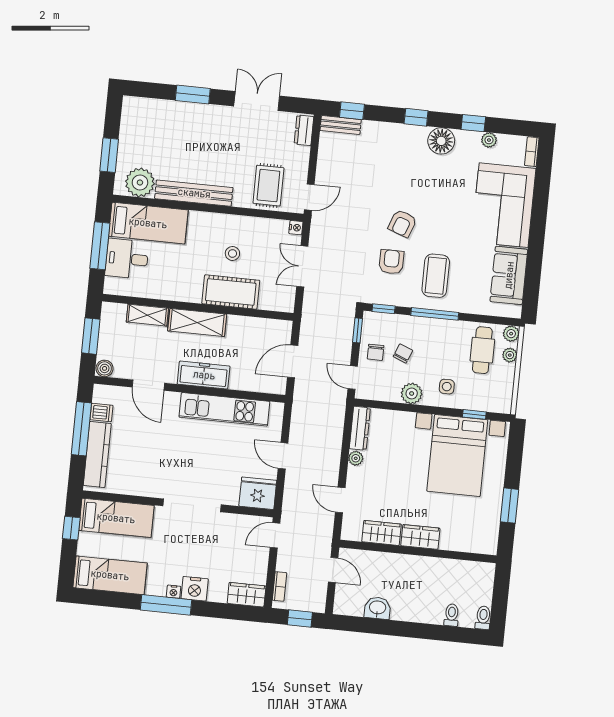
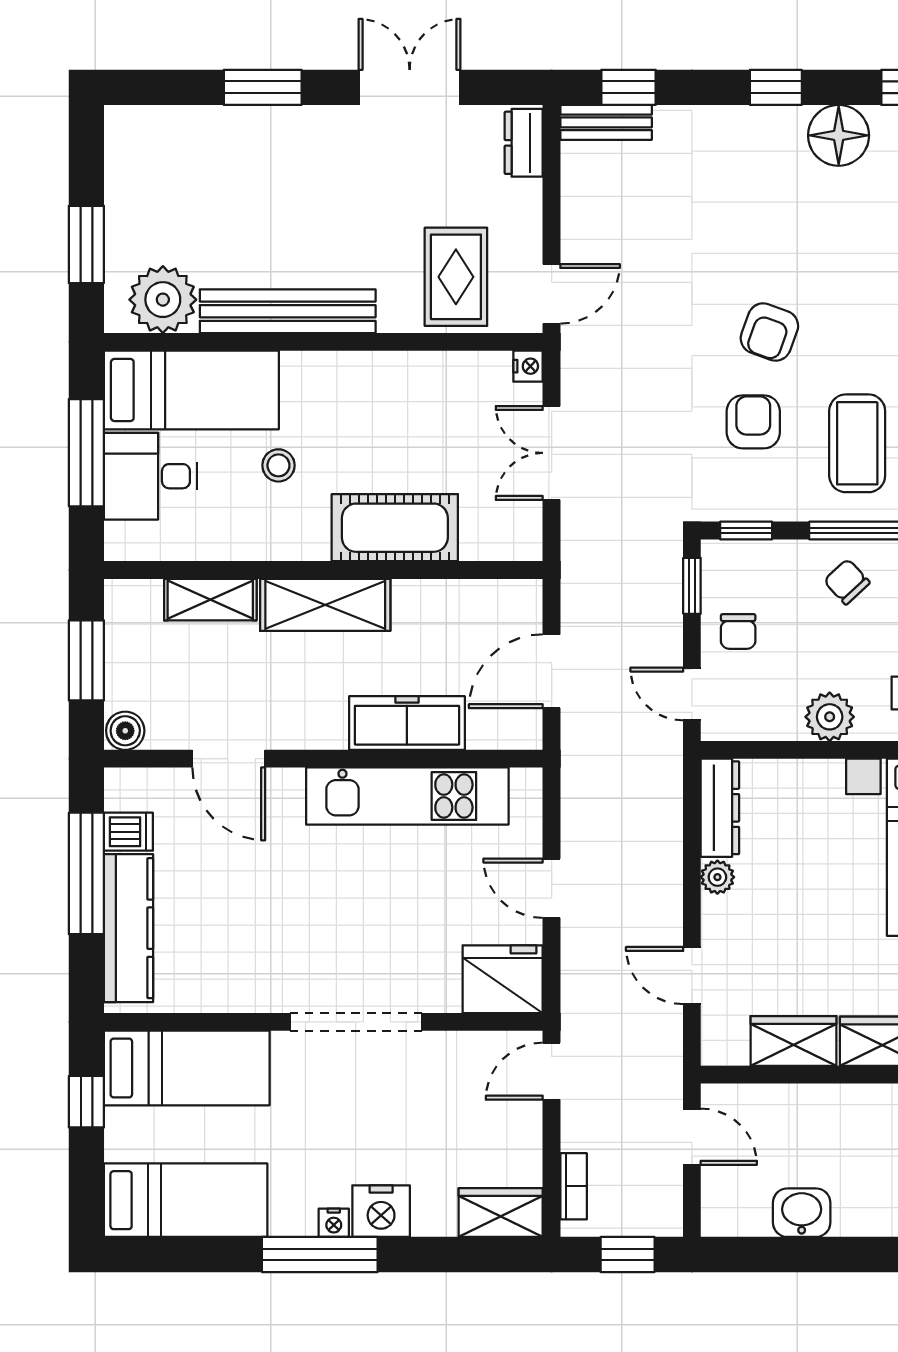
stool: (232, 253) -> (278, 465), moved
chair: (403, 353) -> (847, 582), moved, turned -65
freezer: (204, 375) -> (407, 723), moved

